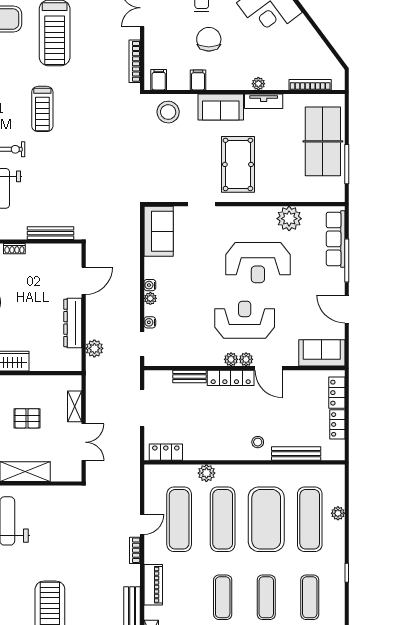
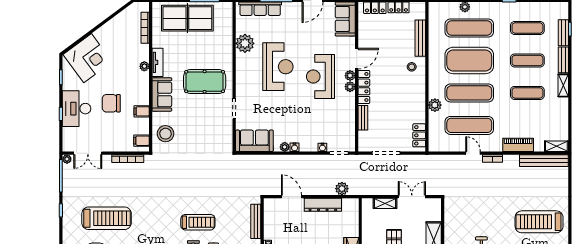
treadmill: (42, 109) -> (198, 222), moved
plant: (150, 298) -> (285, 147), moved

